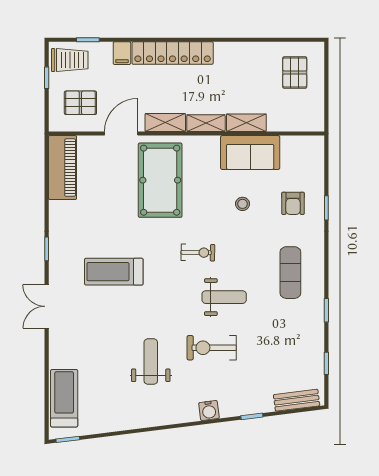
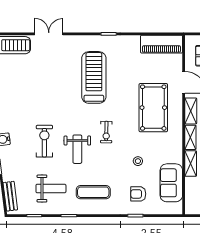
sofa: (250, 152) -> (171, 183), moved
pool table: (160, 180) -> (153, 108), turned 90
treadmill: (114, 272) -> (94, 77), width x1.37, depth x1.38
double door: (47, 306) -> (49, 34), moved
weight bench: (151, 362) -> (51, 189), moved

